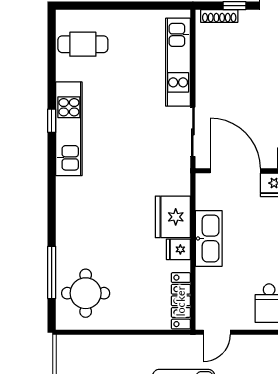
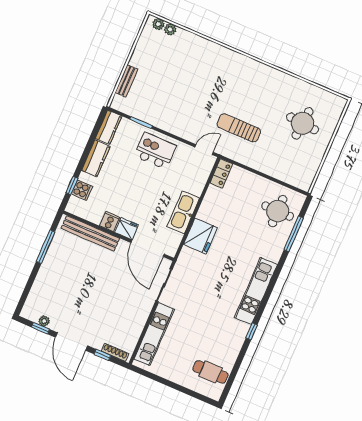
kitchen unit: (69, 129) -> (256, 291), moved
fridge: (178, 249) -> (206, 214), removed
locker: (181, 301) -> (221, 173), width x0.66

